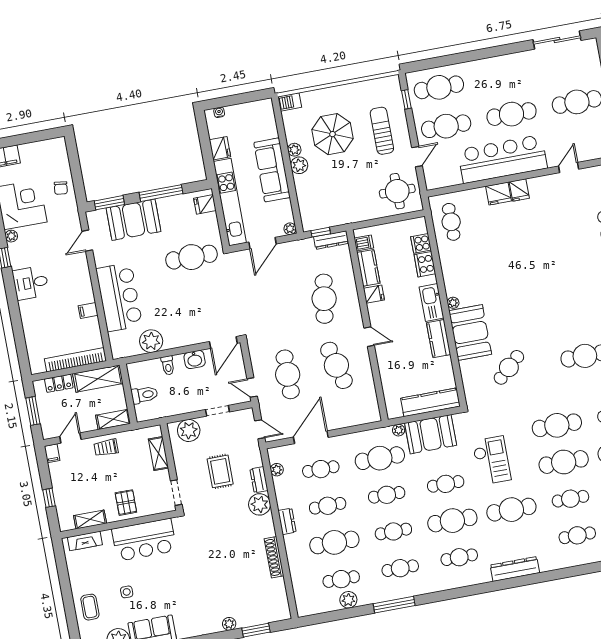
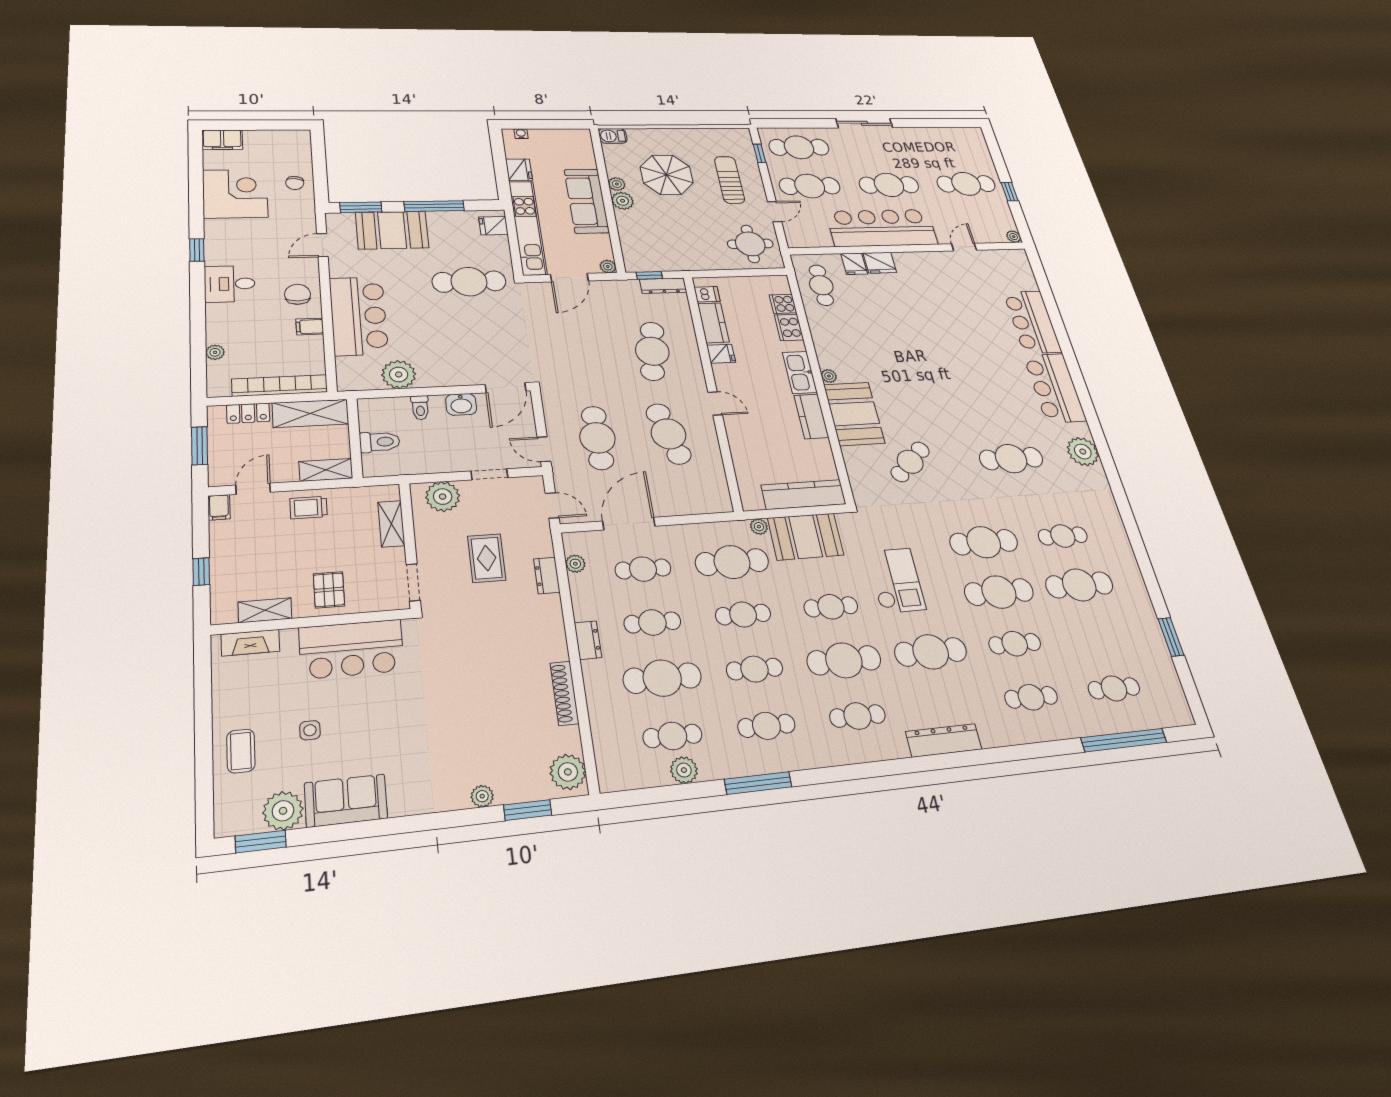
sliding door: (557, 40) -> (864, 123), moved
fridge: (519, 190) -> (854, 264), moved
plant: (11, 236) -> (215, 352), moved
chair: (76, 285) -> (298, 294), added
plant: (260, 504) -> (568, 772), moved

